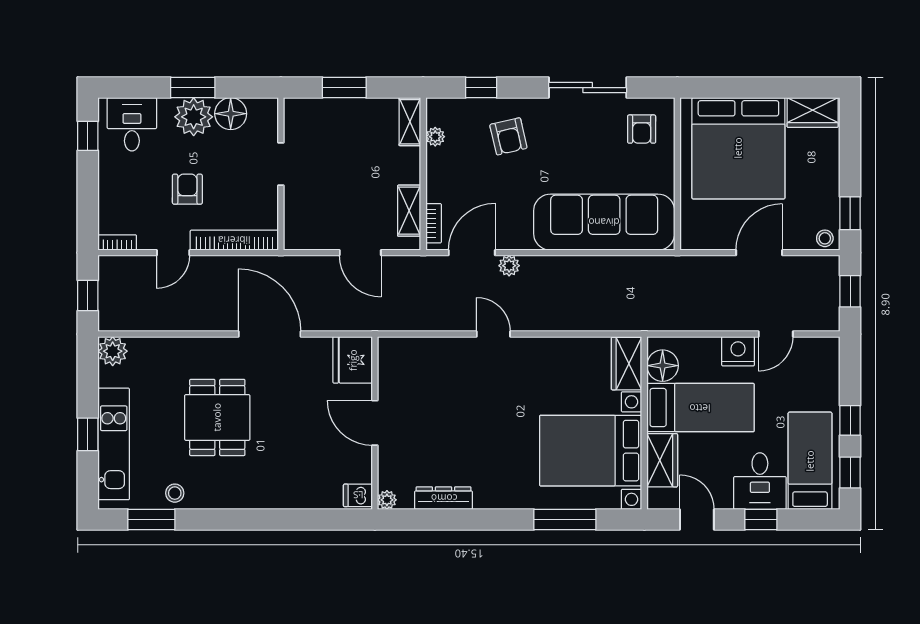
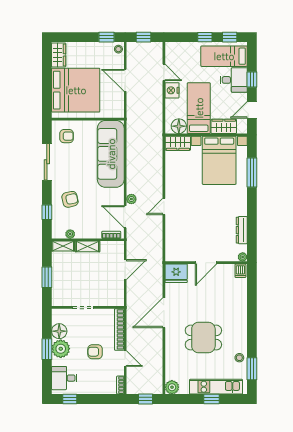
shelving: (409, 211) -> (88, 246), moved

